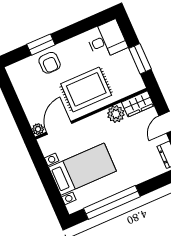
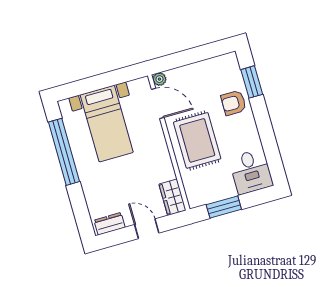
window: (41, 45) -> (252, 82), moved
plant: (116, 114) -> (164, 170), removed

